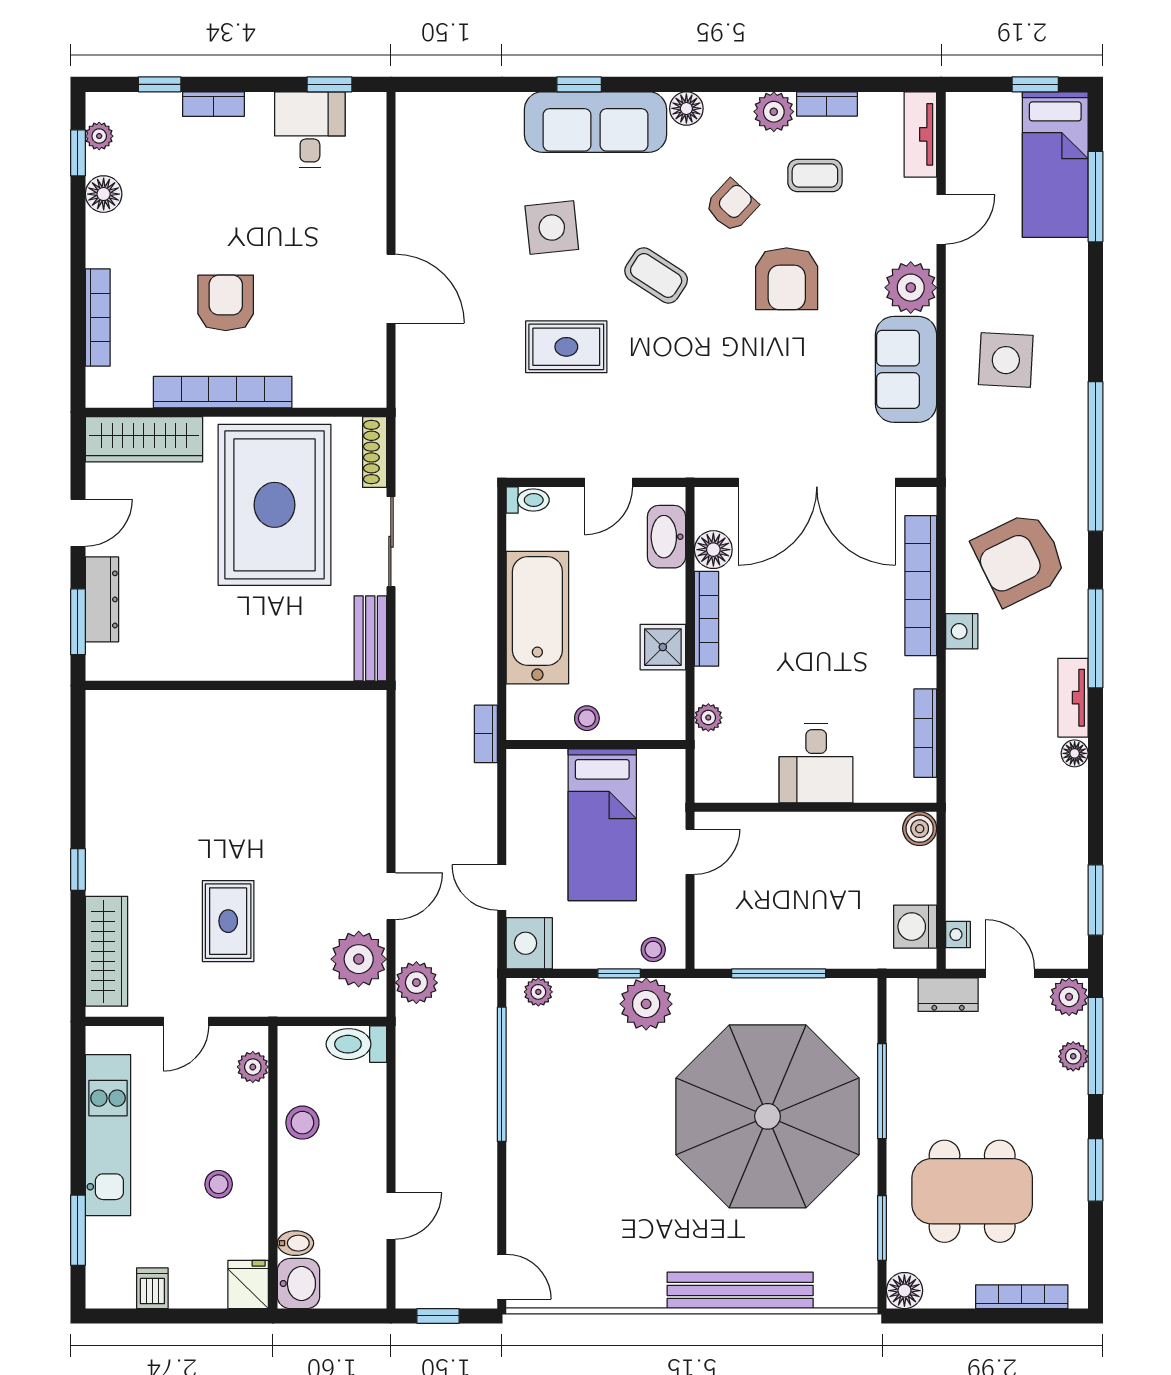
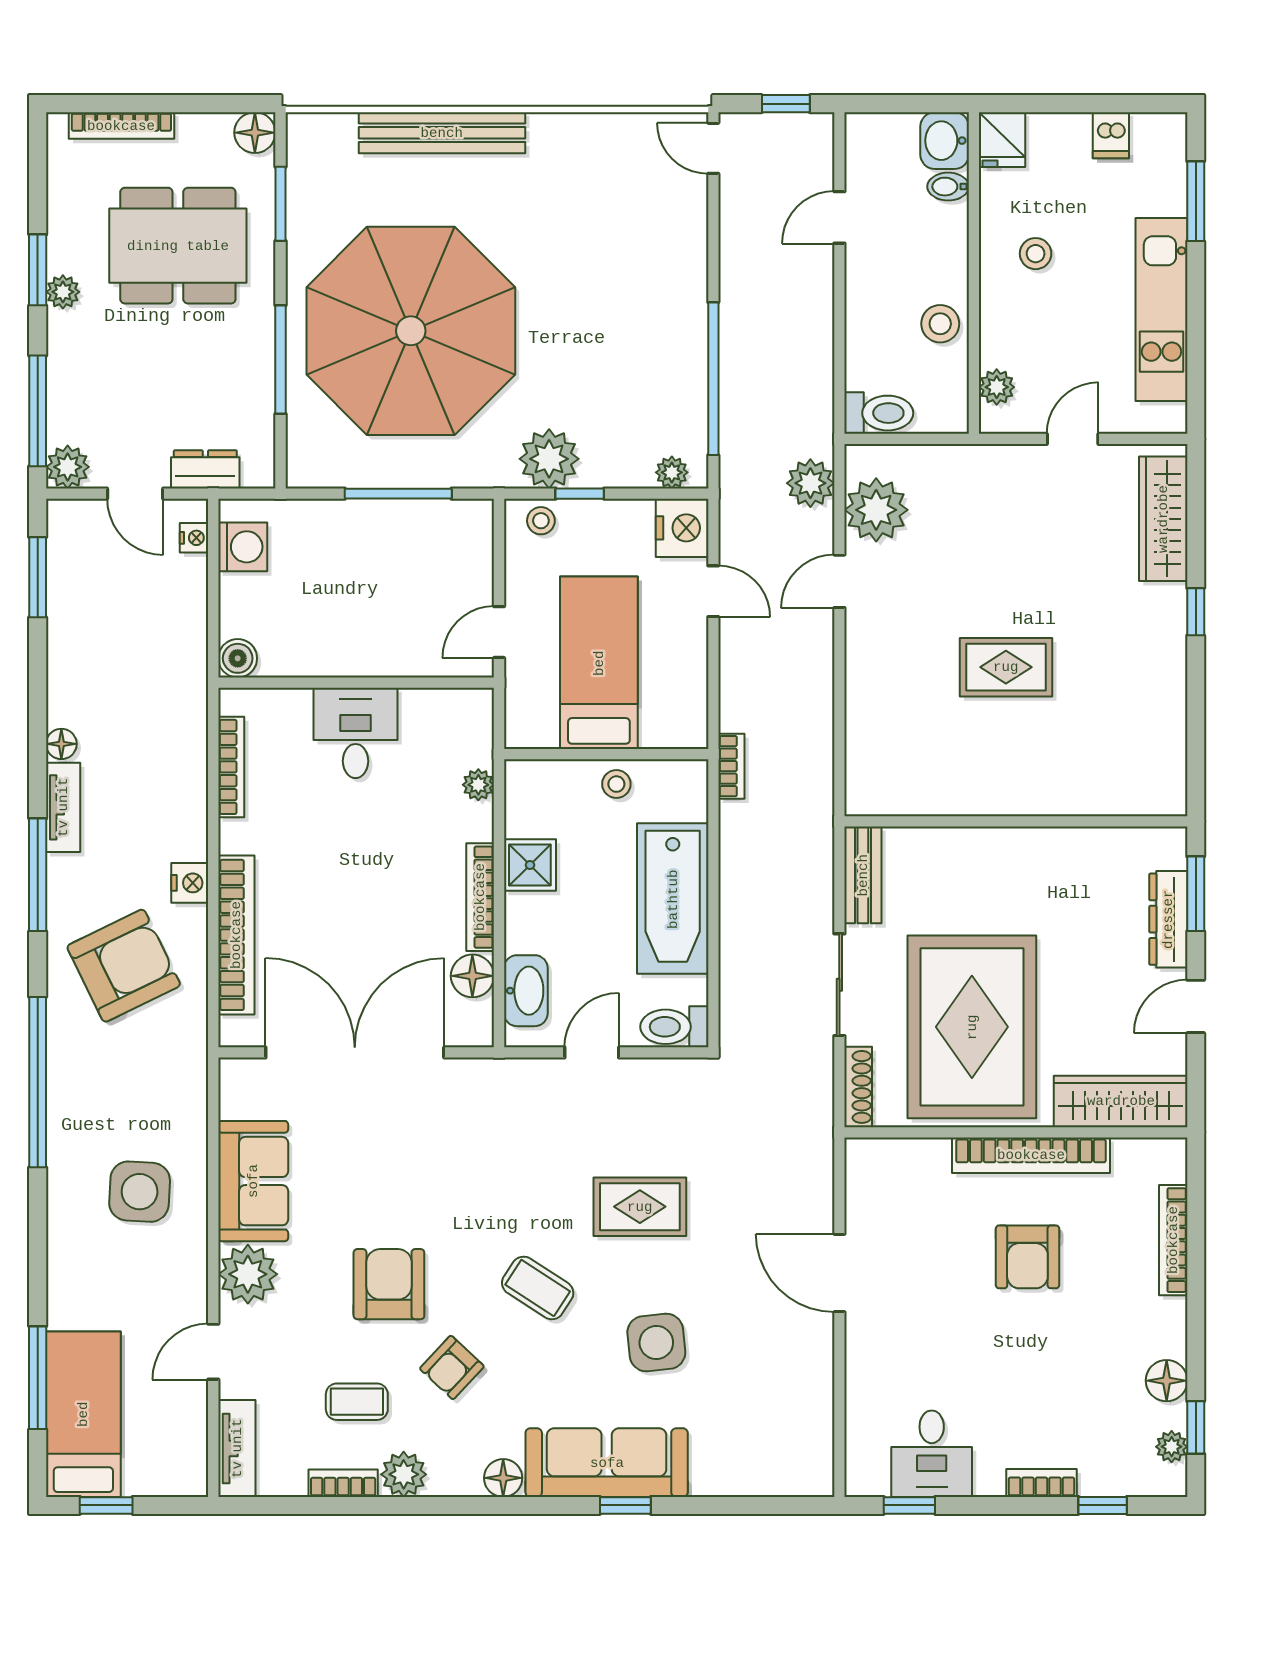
toilet: (528, 500) -> (674, 1027), width x1.37, depth x1.39
rug: (228, 921) -> (1006, 667), moved, turned 90
plant: (1073, 1056) -> (63, 292), moved

